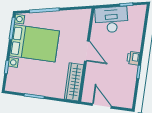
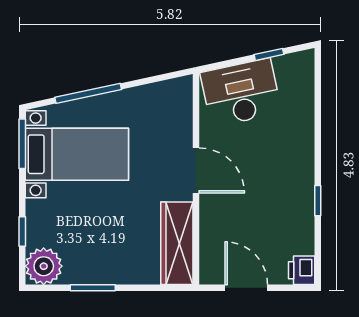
bed with nightstands: (35, 43) -> (77, 154), width x0.73
printer: (133, 58) -> (302, 270), moved
plant: (14, 84) -> (44, 266), added

